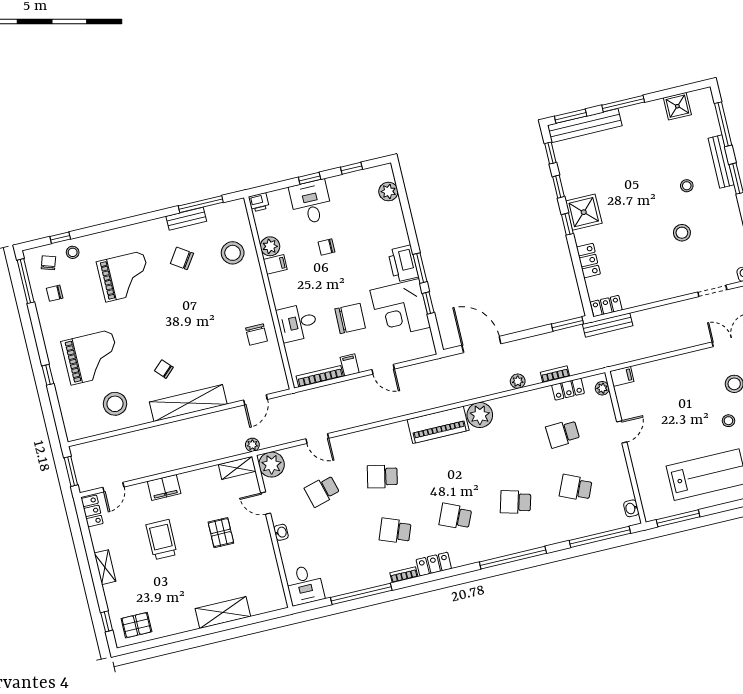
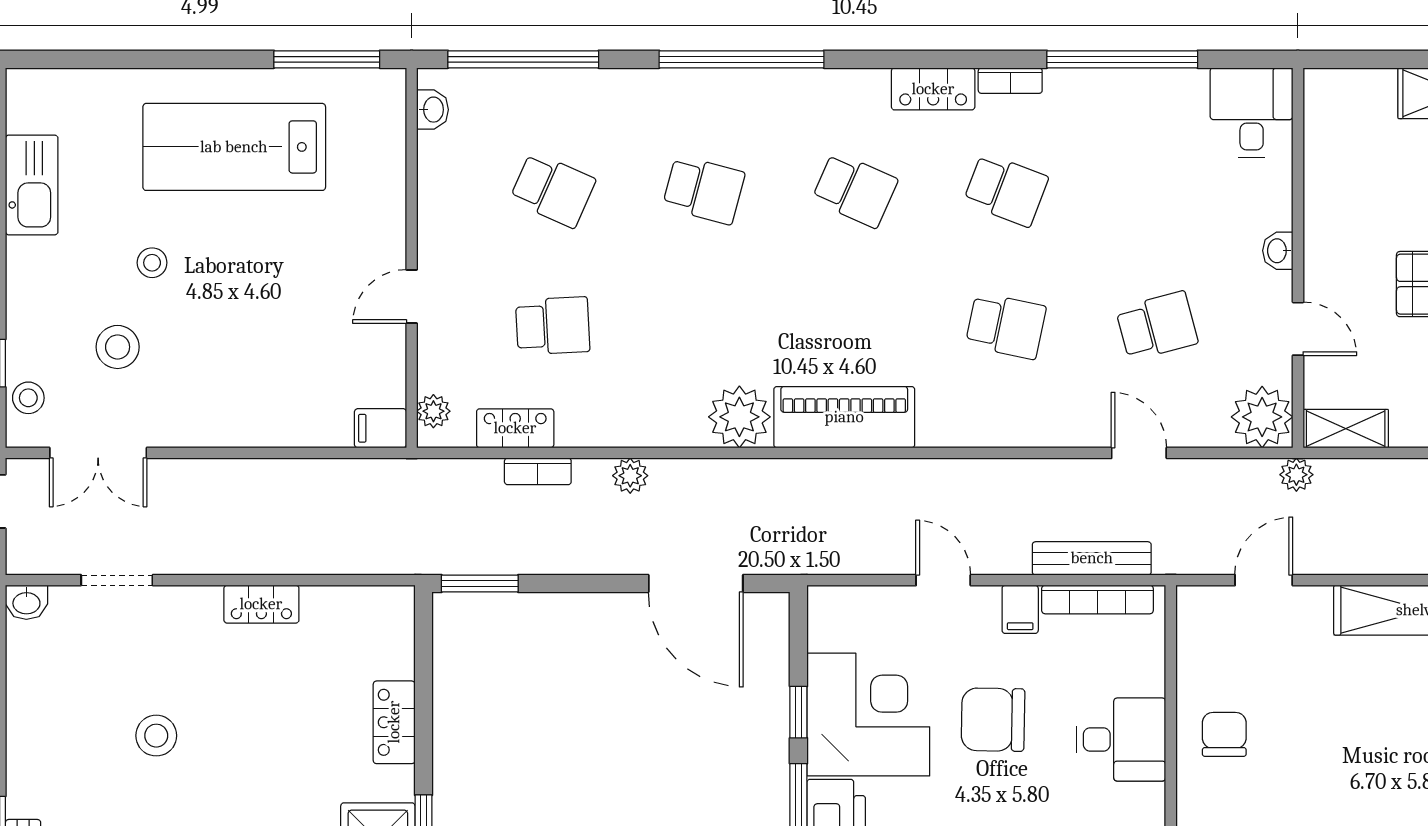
locker: (606, 306) -> (261, 604), moved
bench: (608, 325) -> (1092, 558), moved

